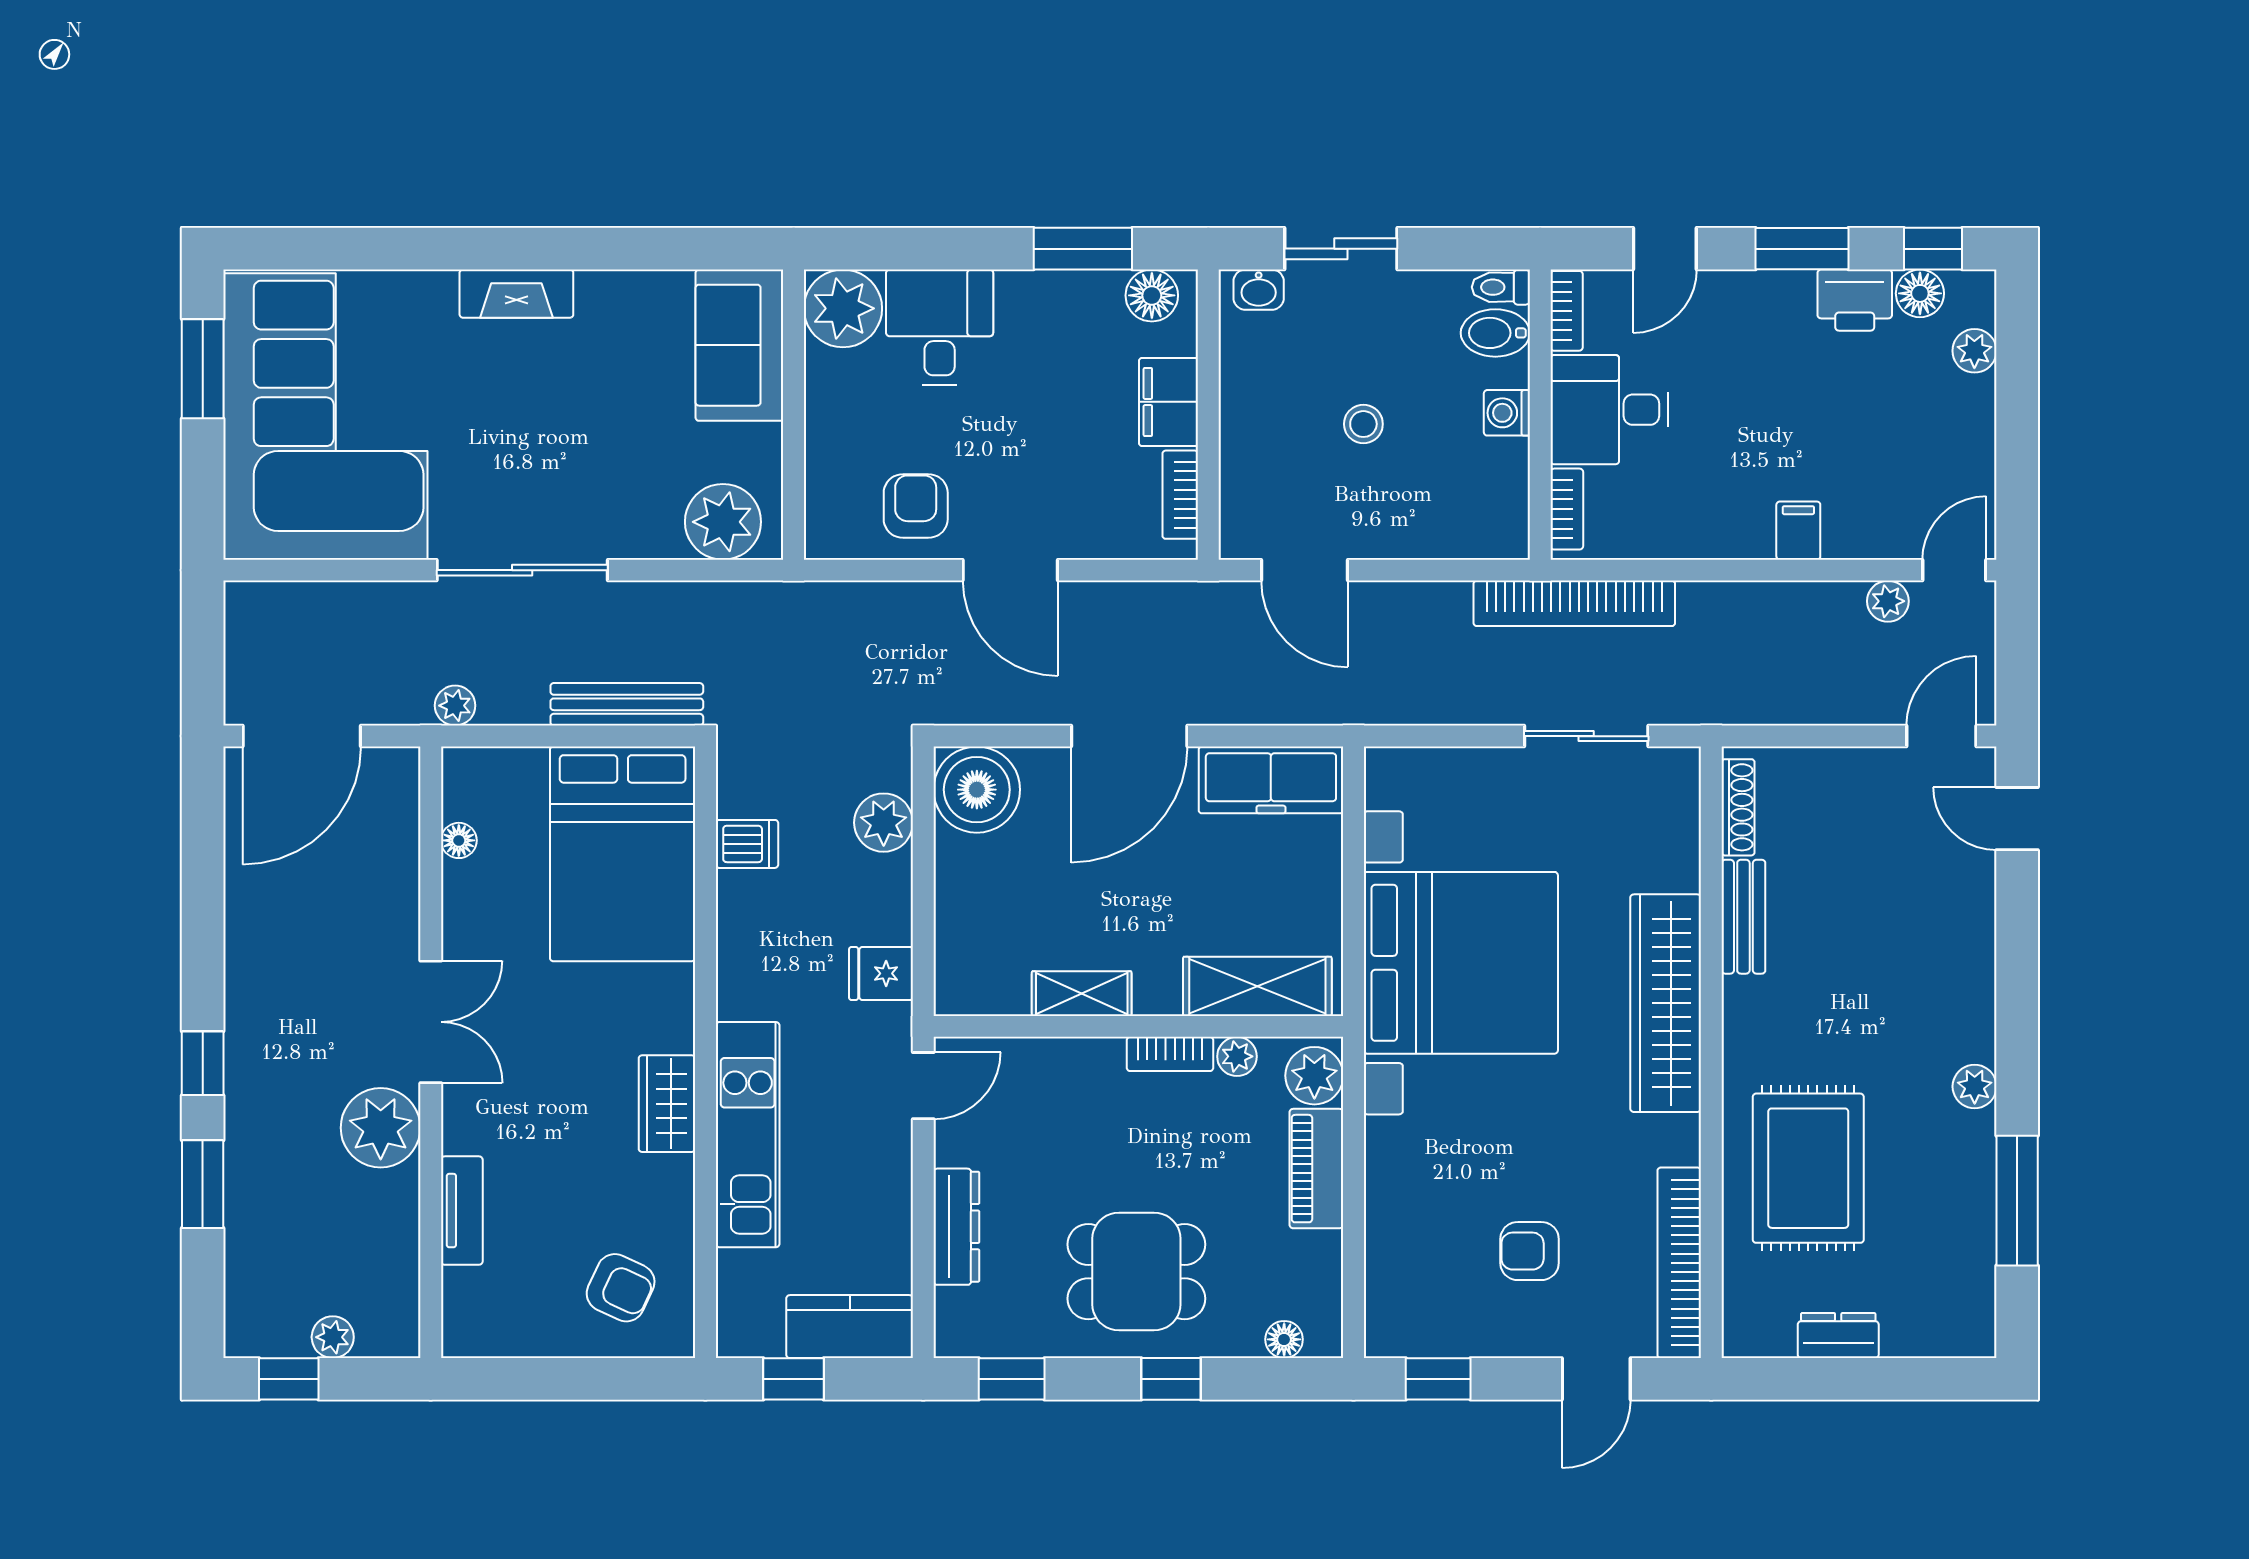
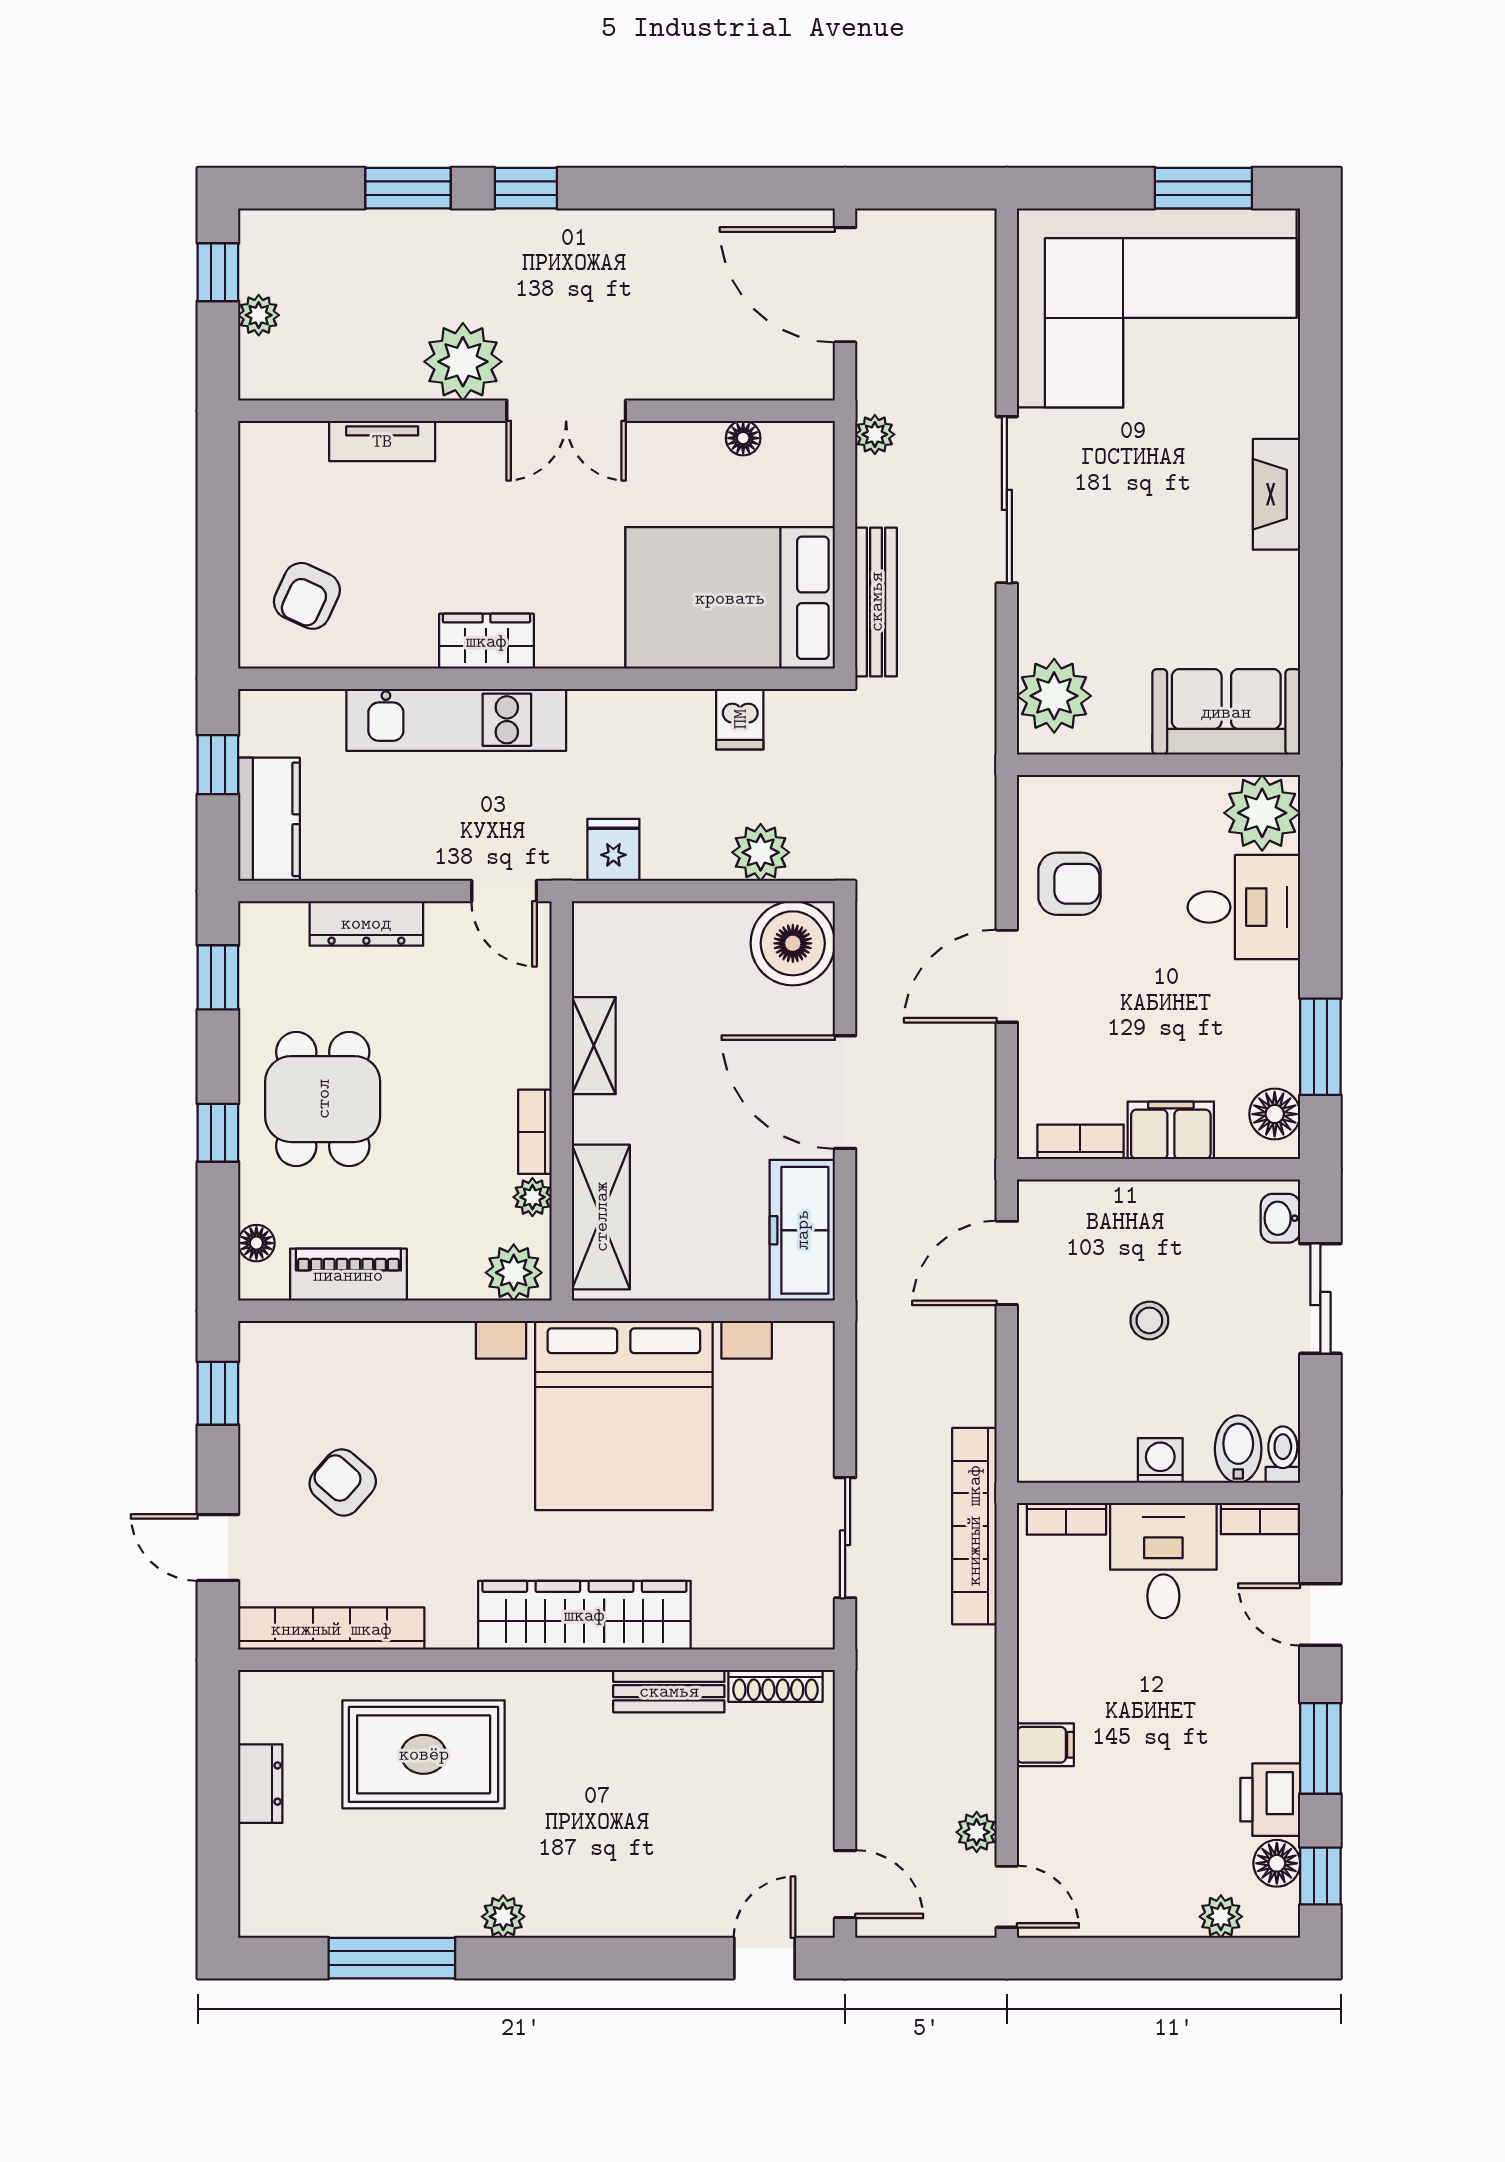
piano: (1316, 1169) -> (348, 1275), moved
armchair: (1530, 1251) -> (343, 1482), turned -49

